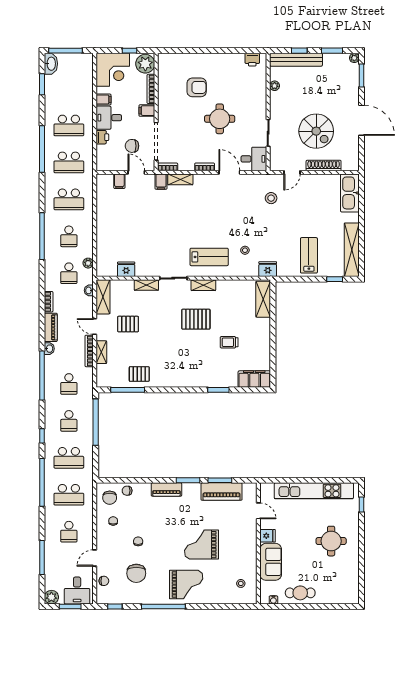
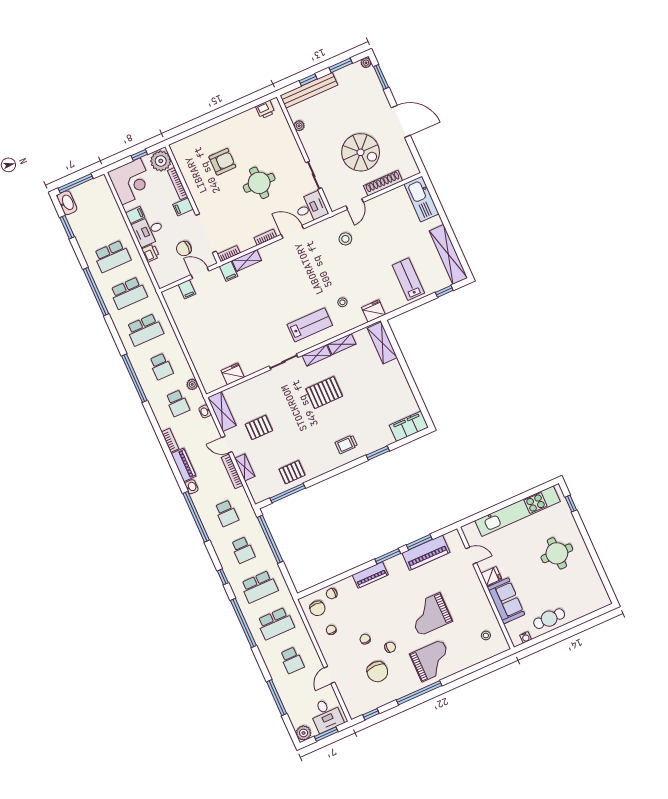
shelving: (146, 285) -> (342, 344), moved
trolley: (229, 342) -> (346, 444), moved
chair: (104, 581) -> (390, 647), moved

